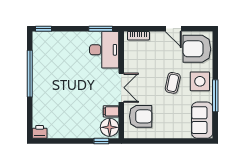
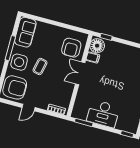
door: (173, 29) -> (29, 108), swing flipped
desk: (104, 50) -> (103, 114), moved, turned -90
armchair: (141, 116) -> (71, 48), turned -90

